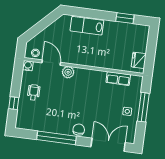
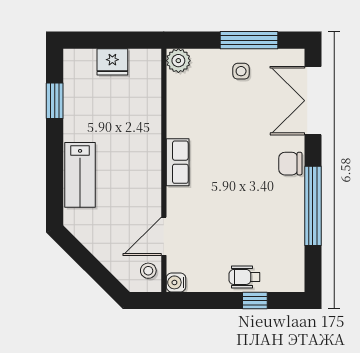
fridge: (139, 60) -> (112, 62), moved
plant: (68, 72) -> (178, 61), moved
row of seats: (118, 79) -> (178, 162), moved
wheelchair: (34, 92) -> (245, 277), moved
window: (143, 107) -> (249, 40), moved

